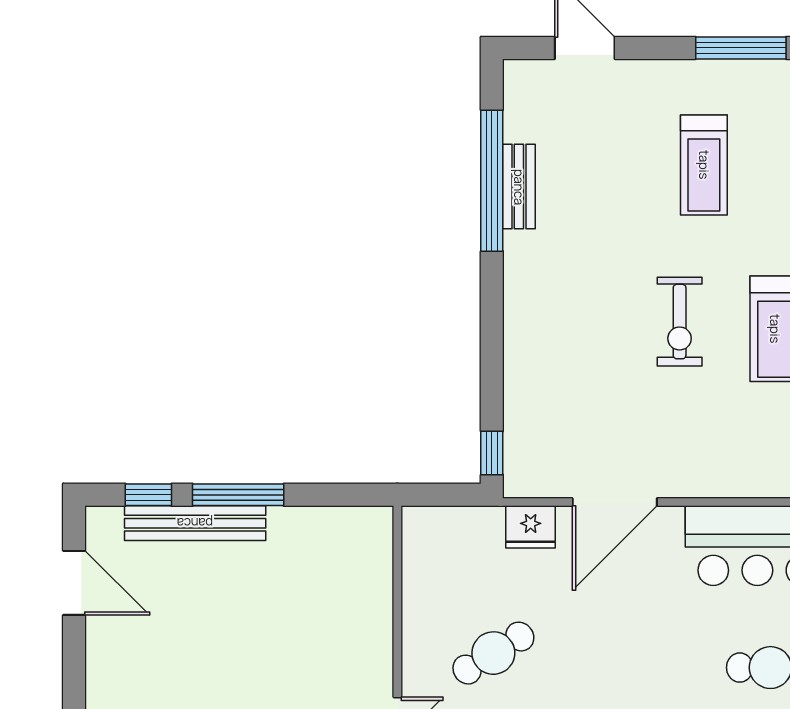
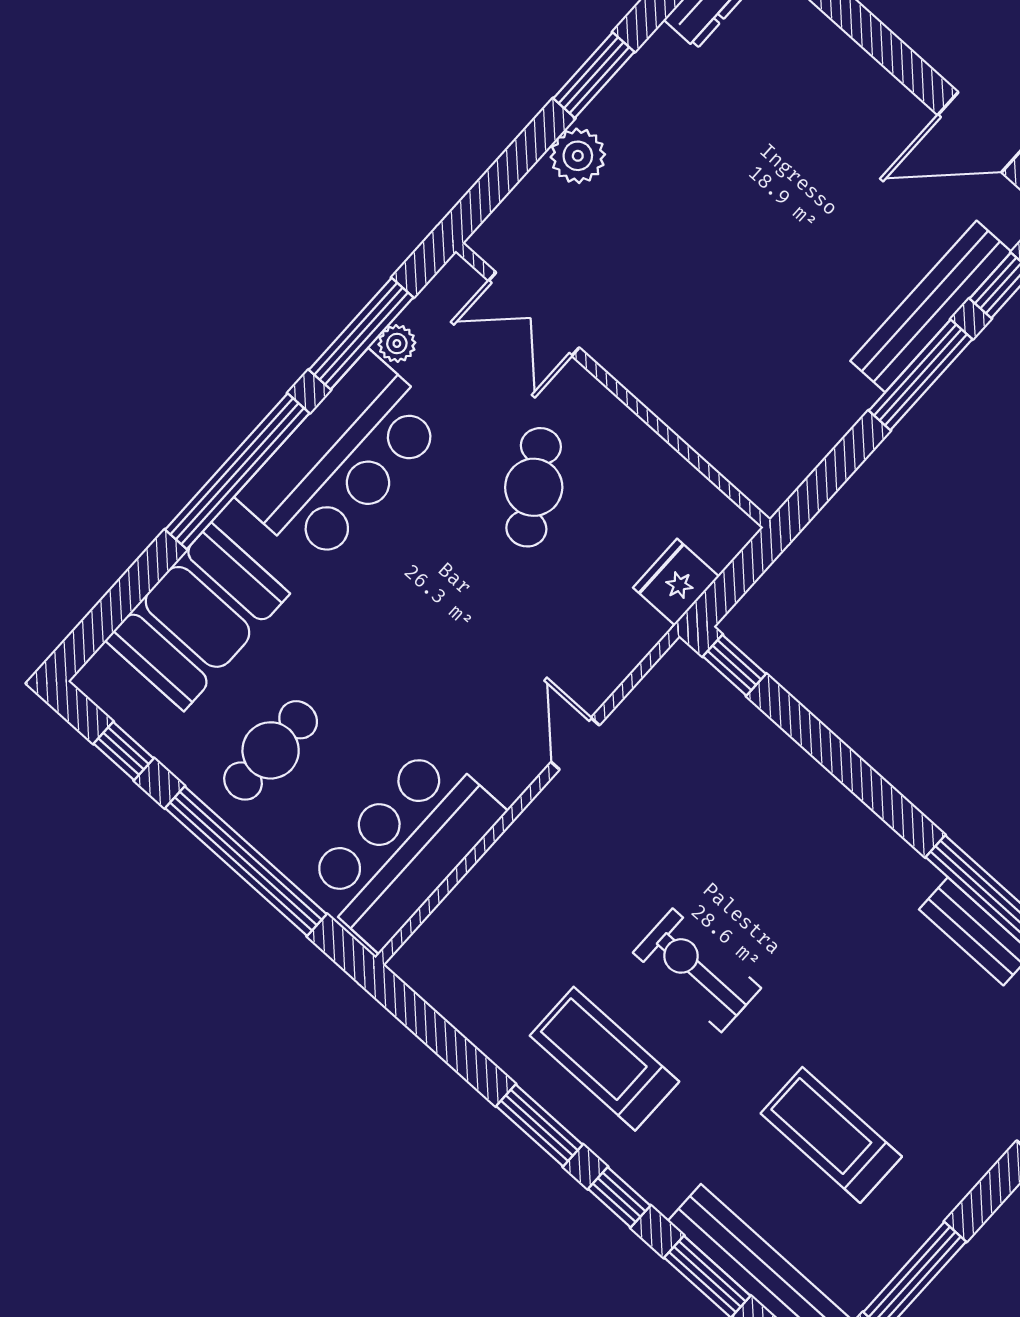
door: (615, 502) -> (575, 744), width x0.53
fridge: (531, 527) -> (676, 582), moved

